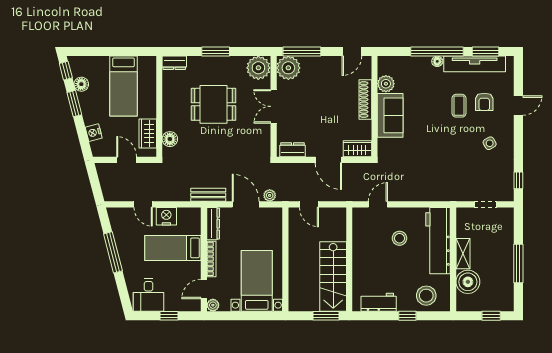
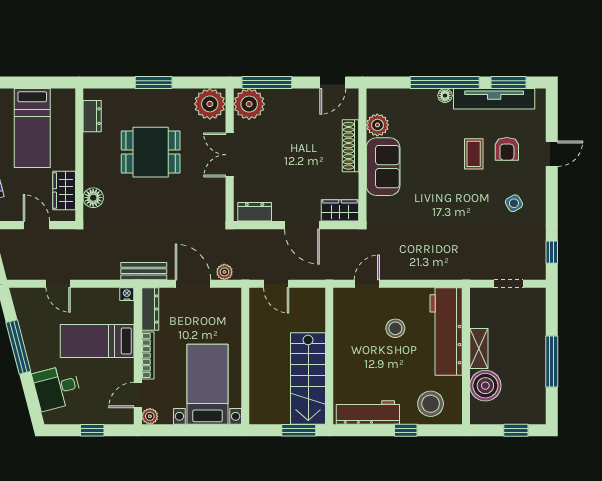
dresser: (174, 63) -> (92, 116), moved, turned -90
nightstand: (166, 216) -> (127, 294), moved, width x0.53, depth x0.56
desk: (149, 295) -> (57, 388), moved, turned 75
workbench: (379, 302) -> (368, 412), width x1.37

